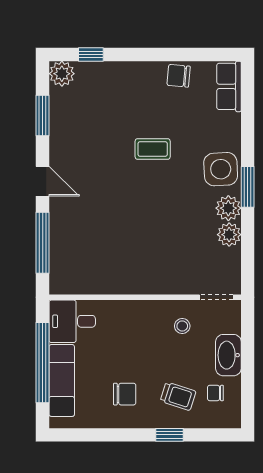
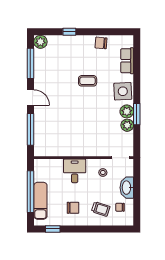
window: (91, 54) -> (69, 32), moved
row of seats: (229, 86) -> (127, 61), moved
window: (43, 116) -> (30, 63), width x1.44
window: (248, 187) -> (137, 114), moved
desk: (72, 321) -> (75, 171), moved, turned 90
window: (169, 435) -> (53, 229), moved

